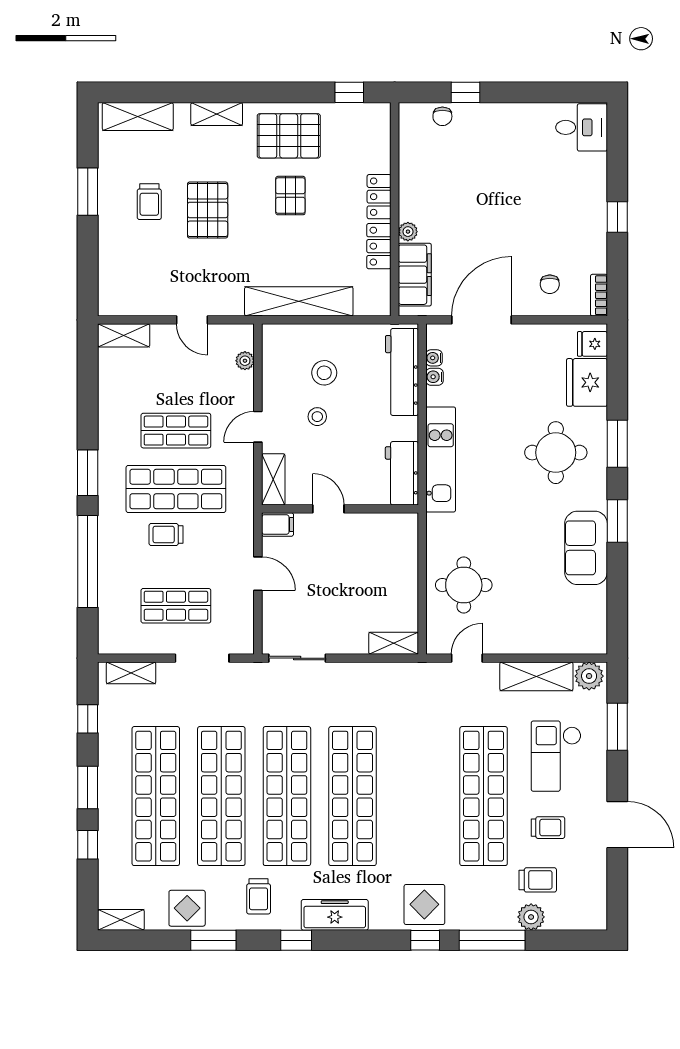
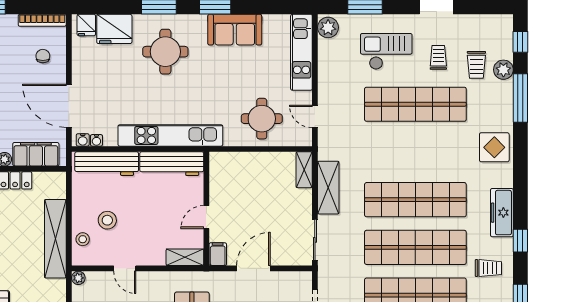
chair: (550, 284) -> (43, 56), turned -90
bookcase: (599, 295) -> (42, 20), width x1.56
plant: (245, 361) -> (78, 278), moved
water cooler: (435, 377) -> (83, 140), moved
stool: (317, 417) -> (83, 239), moved
door: (258, 427) -> (125, 268), moved
kitchen unit: (441, 459) -> (170, 135), width x1.36
workbench: (402, 473) -> (172, 164), width x1.38
door: (258, 574) -> (253, 268), width x1.38
kitchen unit: (555, 640) -> (301, 52), added
shelving: (536, 676) -> (328, 188), moved
checkout: (556, 756) -> (386, 51), turned 180
trolley: (538, 880) -> (476, 65), turned 180
window: (425, 940) -> (520, 42), moved

